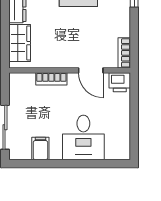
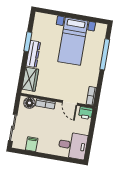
floor lamp: (25, 82) -> (29, 103), added
desk: (83, 137) -> (73, 145), moved, turned -90

